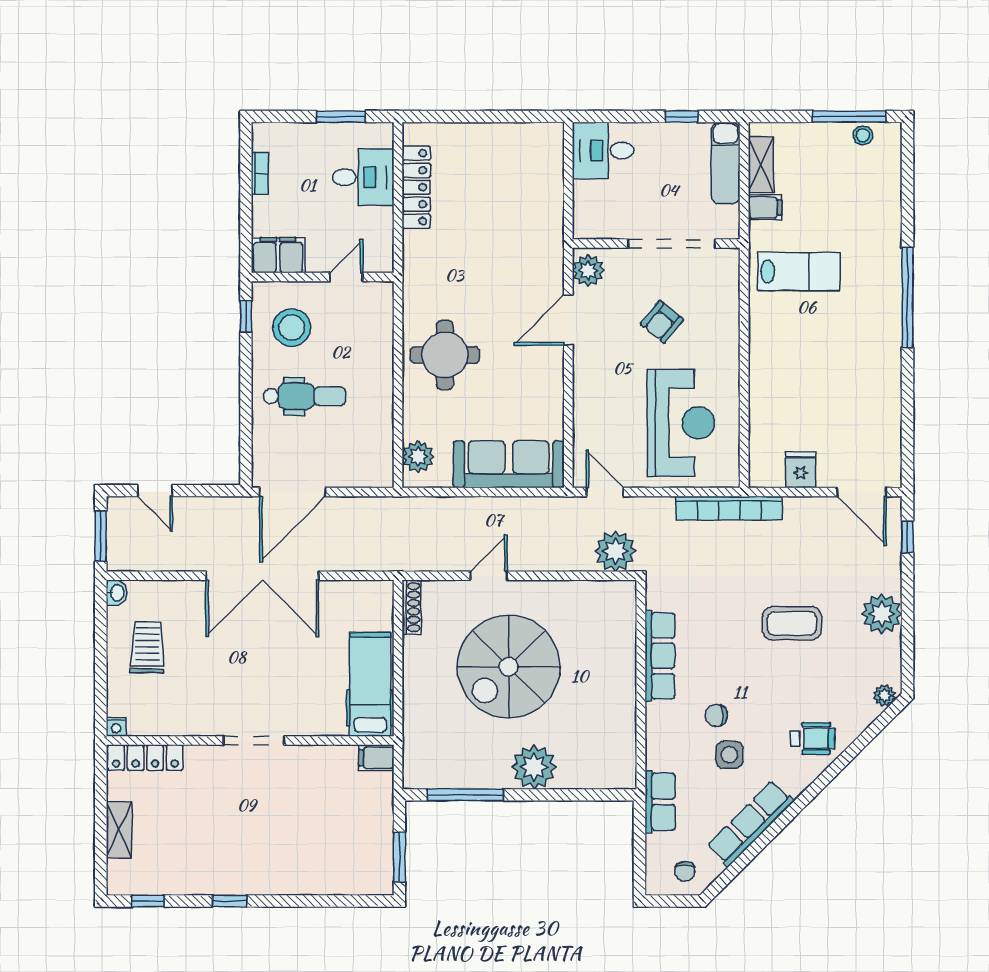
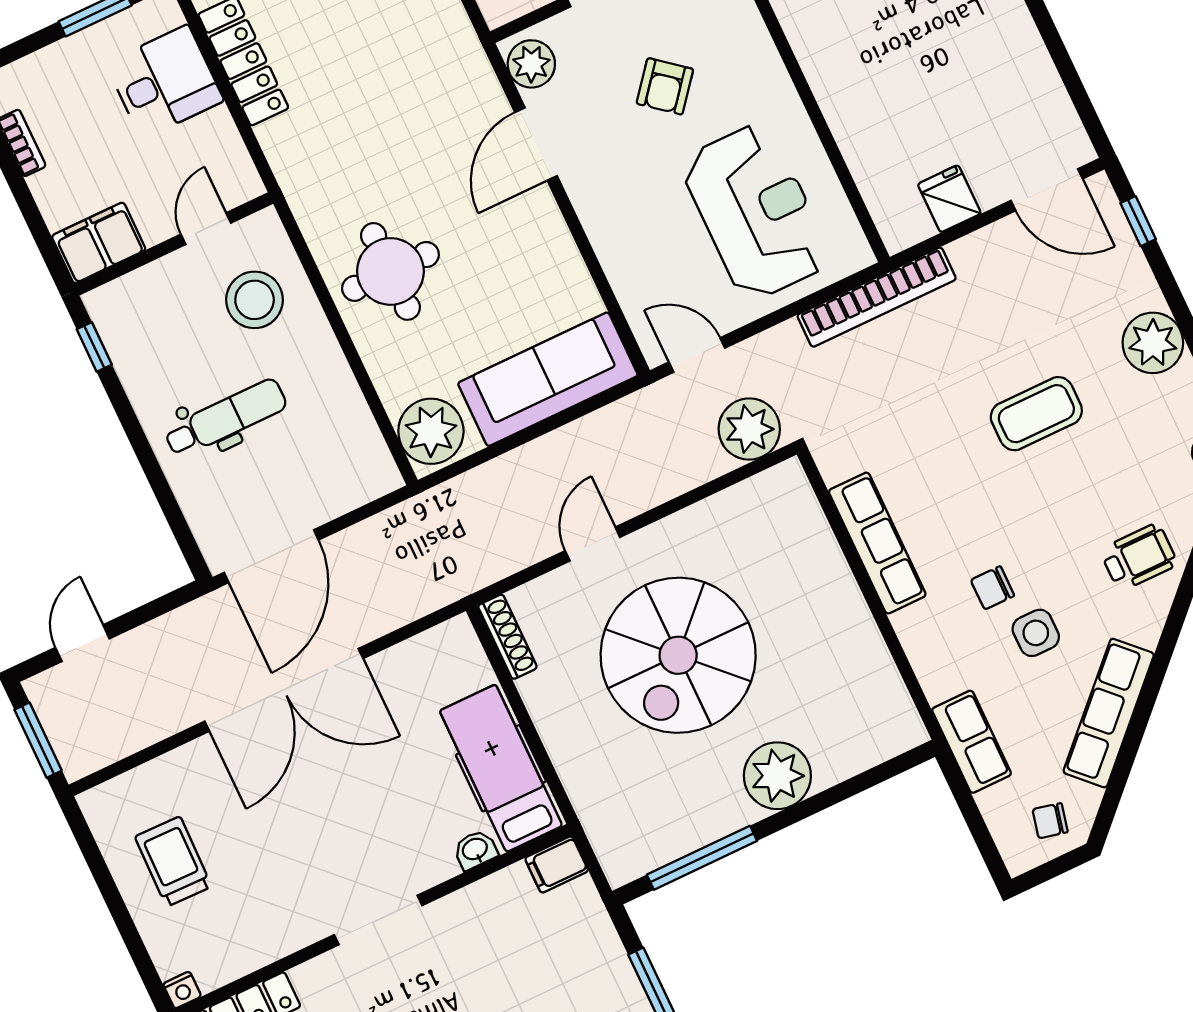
stool: (292, 328) -> (255, 300), moved
plant: (418, 457) -> (431, 431), width x1.36, depth x1.36
door: (155, 491) -> (82, 643), swing flipped
washbasin: (117, 593) -> (475, 850), moved, turned -90
chair: (685, 871) -> (1050, 821), turned 103

